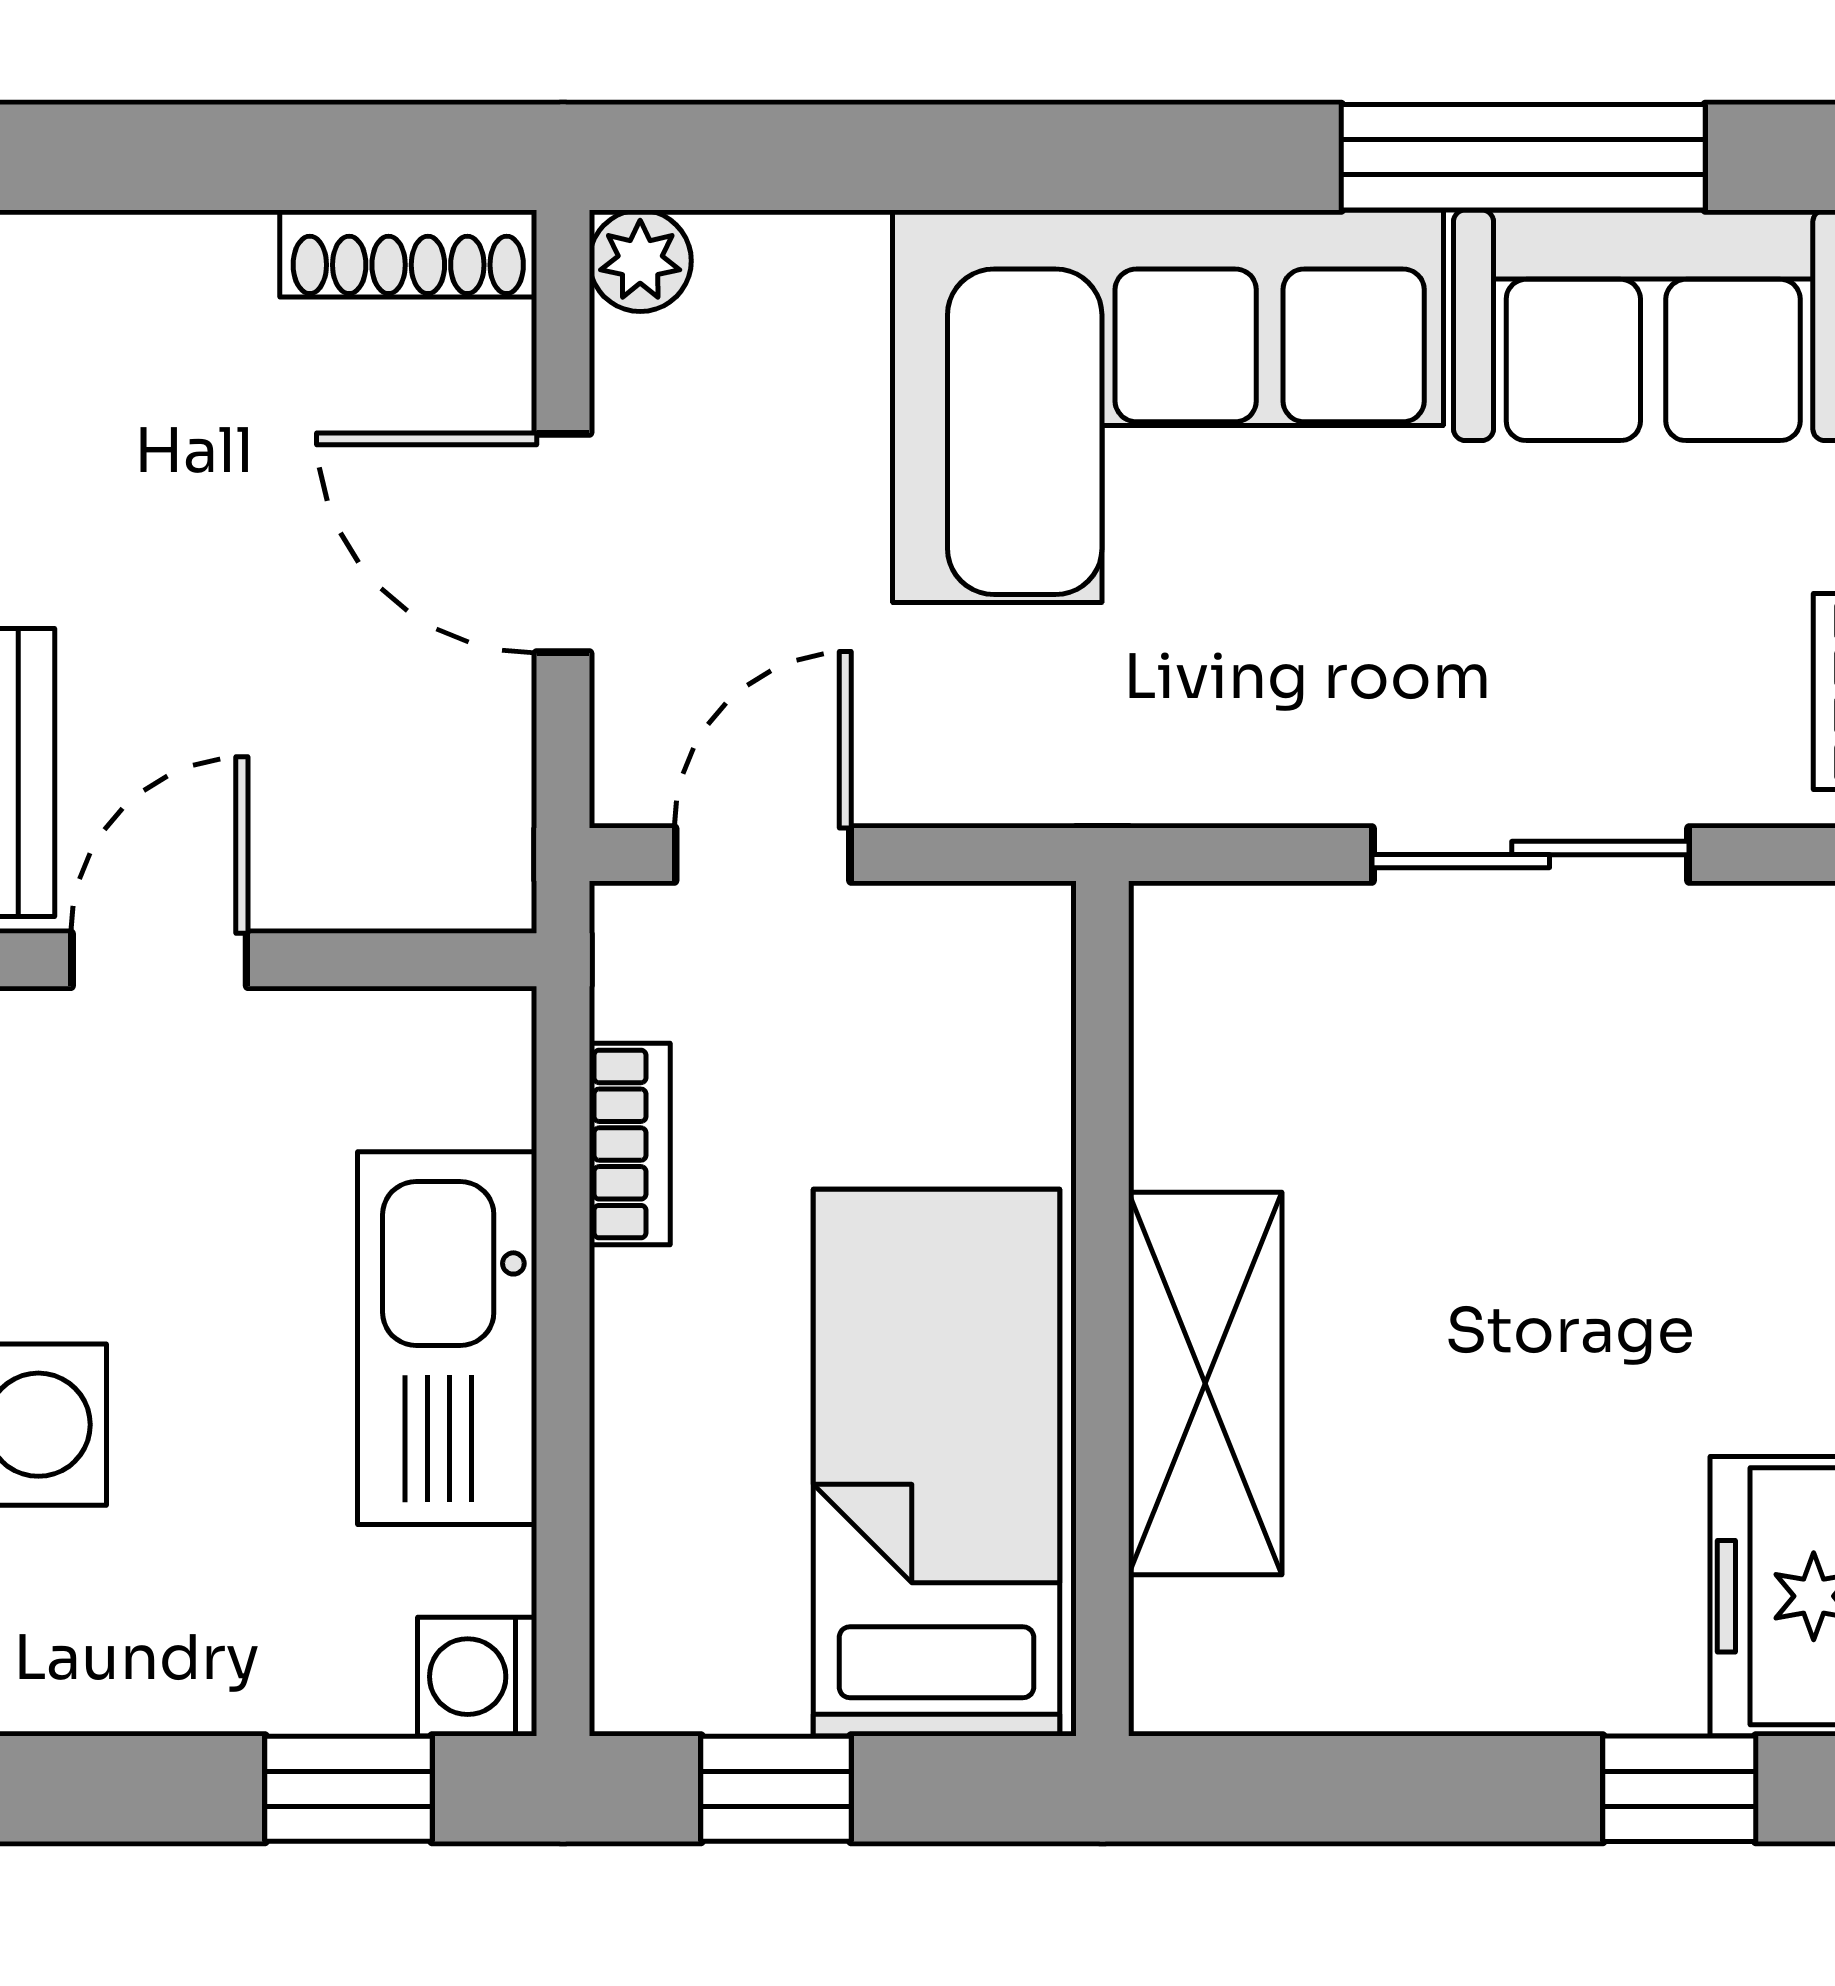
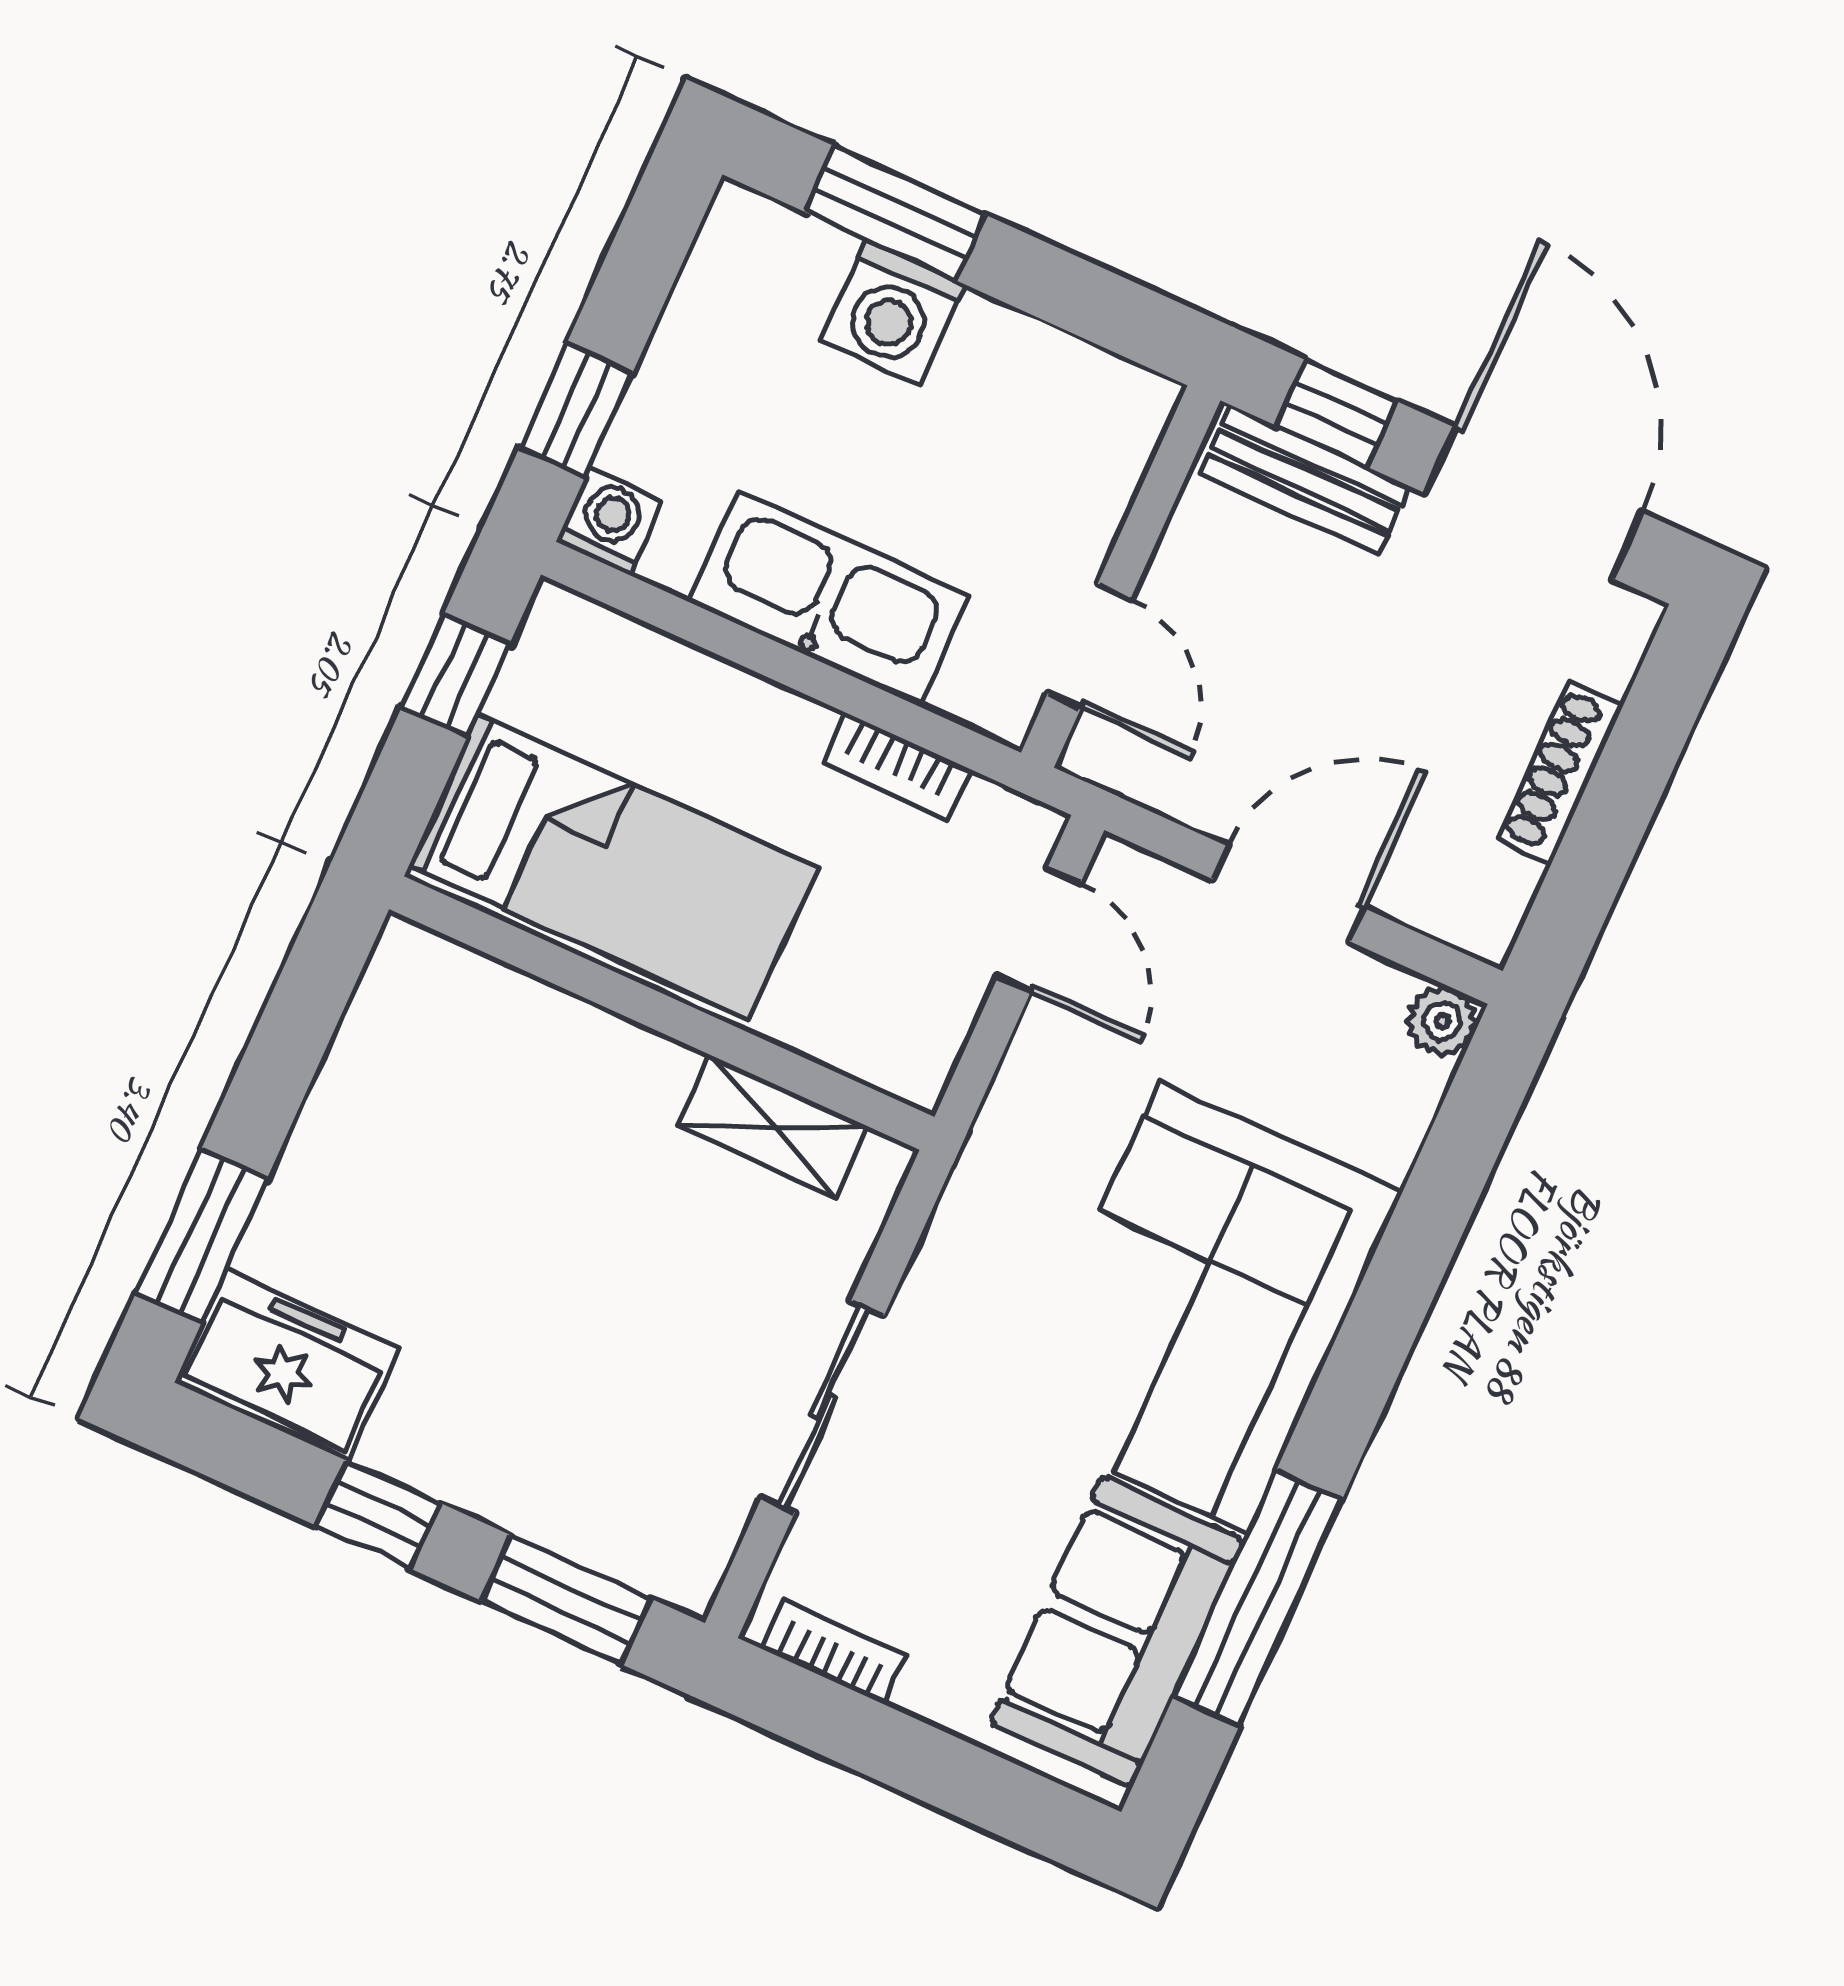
shoe rack: (408, 254) -> (1560, 773), moved
door: (159, 960) -> (1089, 646), moved
shelving: (1205, 1383) -> (773, 1126), moved, width x0.67, depth x0.75
window: (1679, 1789) -> (201, 1236), width x1.50

